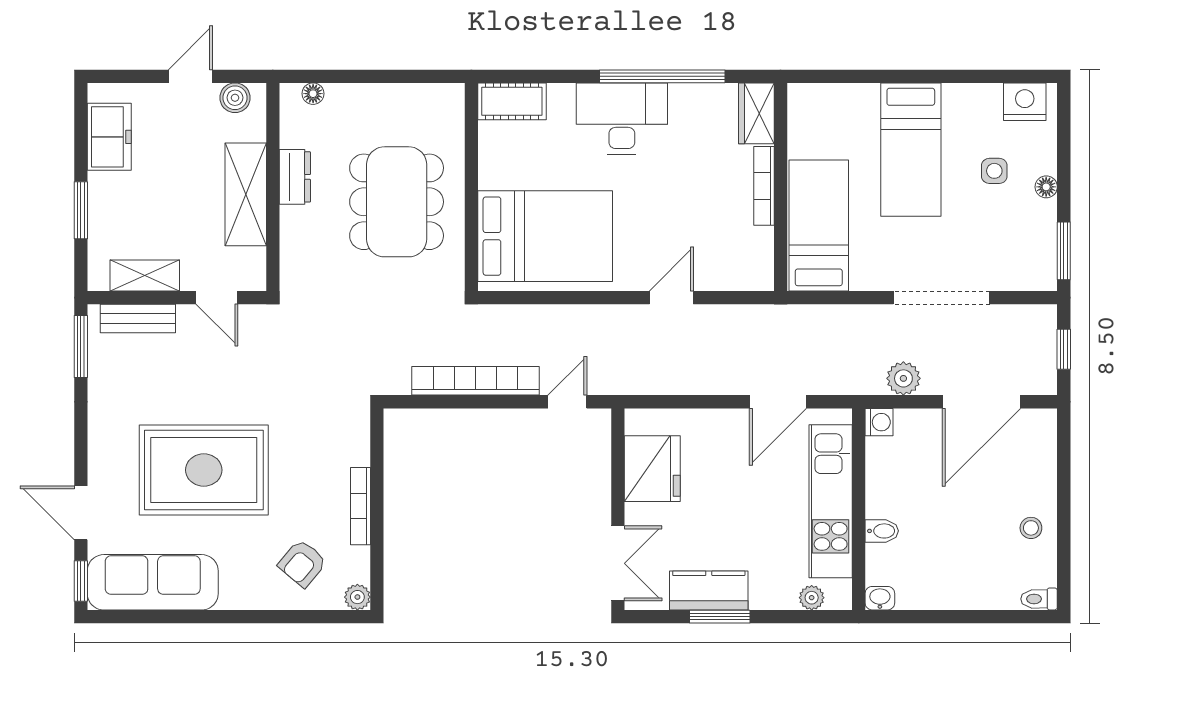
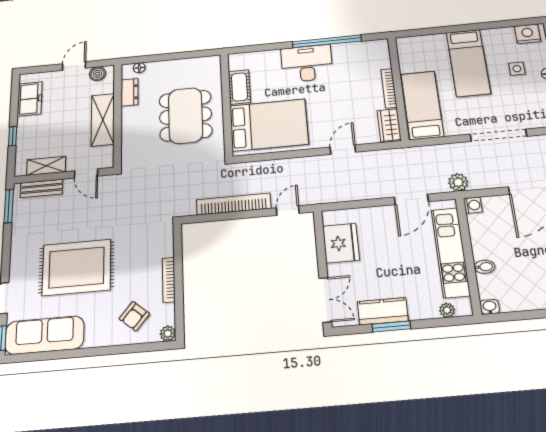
cot: (512, 101) -> (239, 87), moved, turned 90
wardrobe: (756, 113) -> (389, 125), moved
dresser: (295, 177) -> (130, 92), moved
window: (81, 210) -> (13, 136), width x0.67
plant: (903, 378) -> (458, 182), moved

